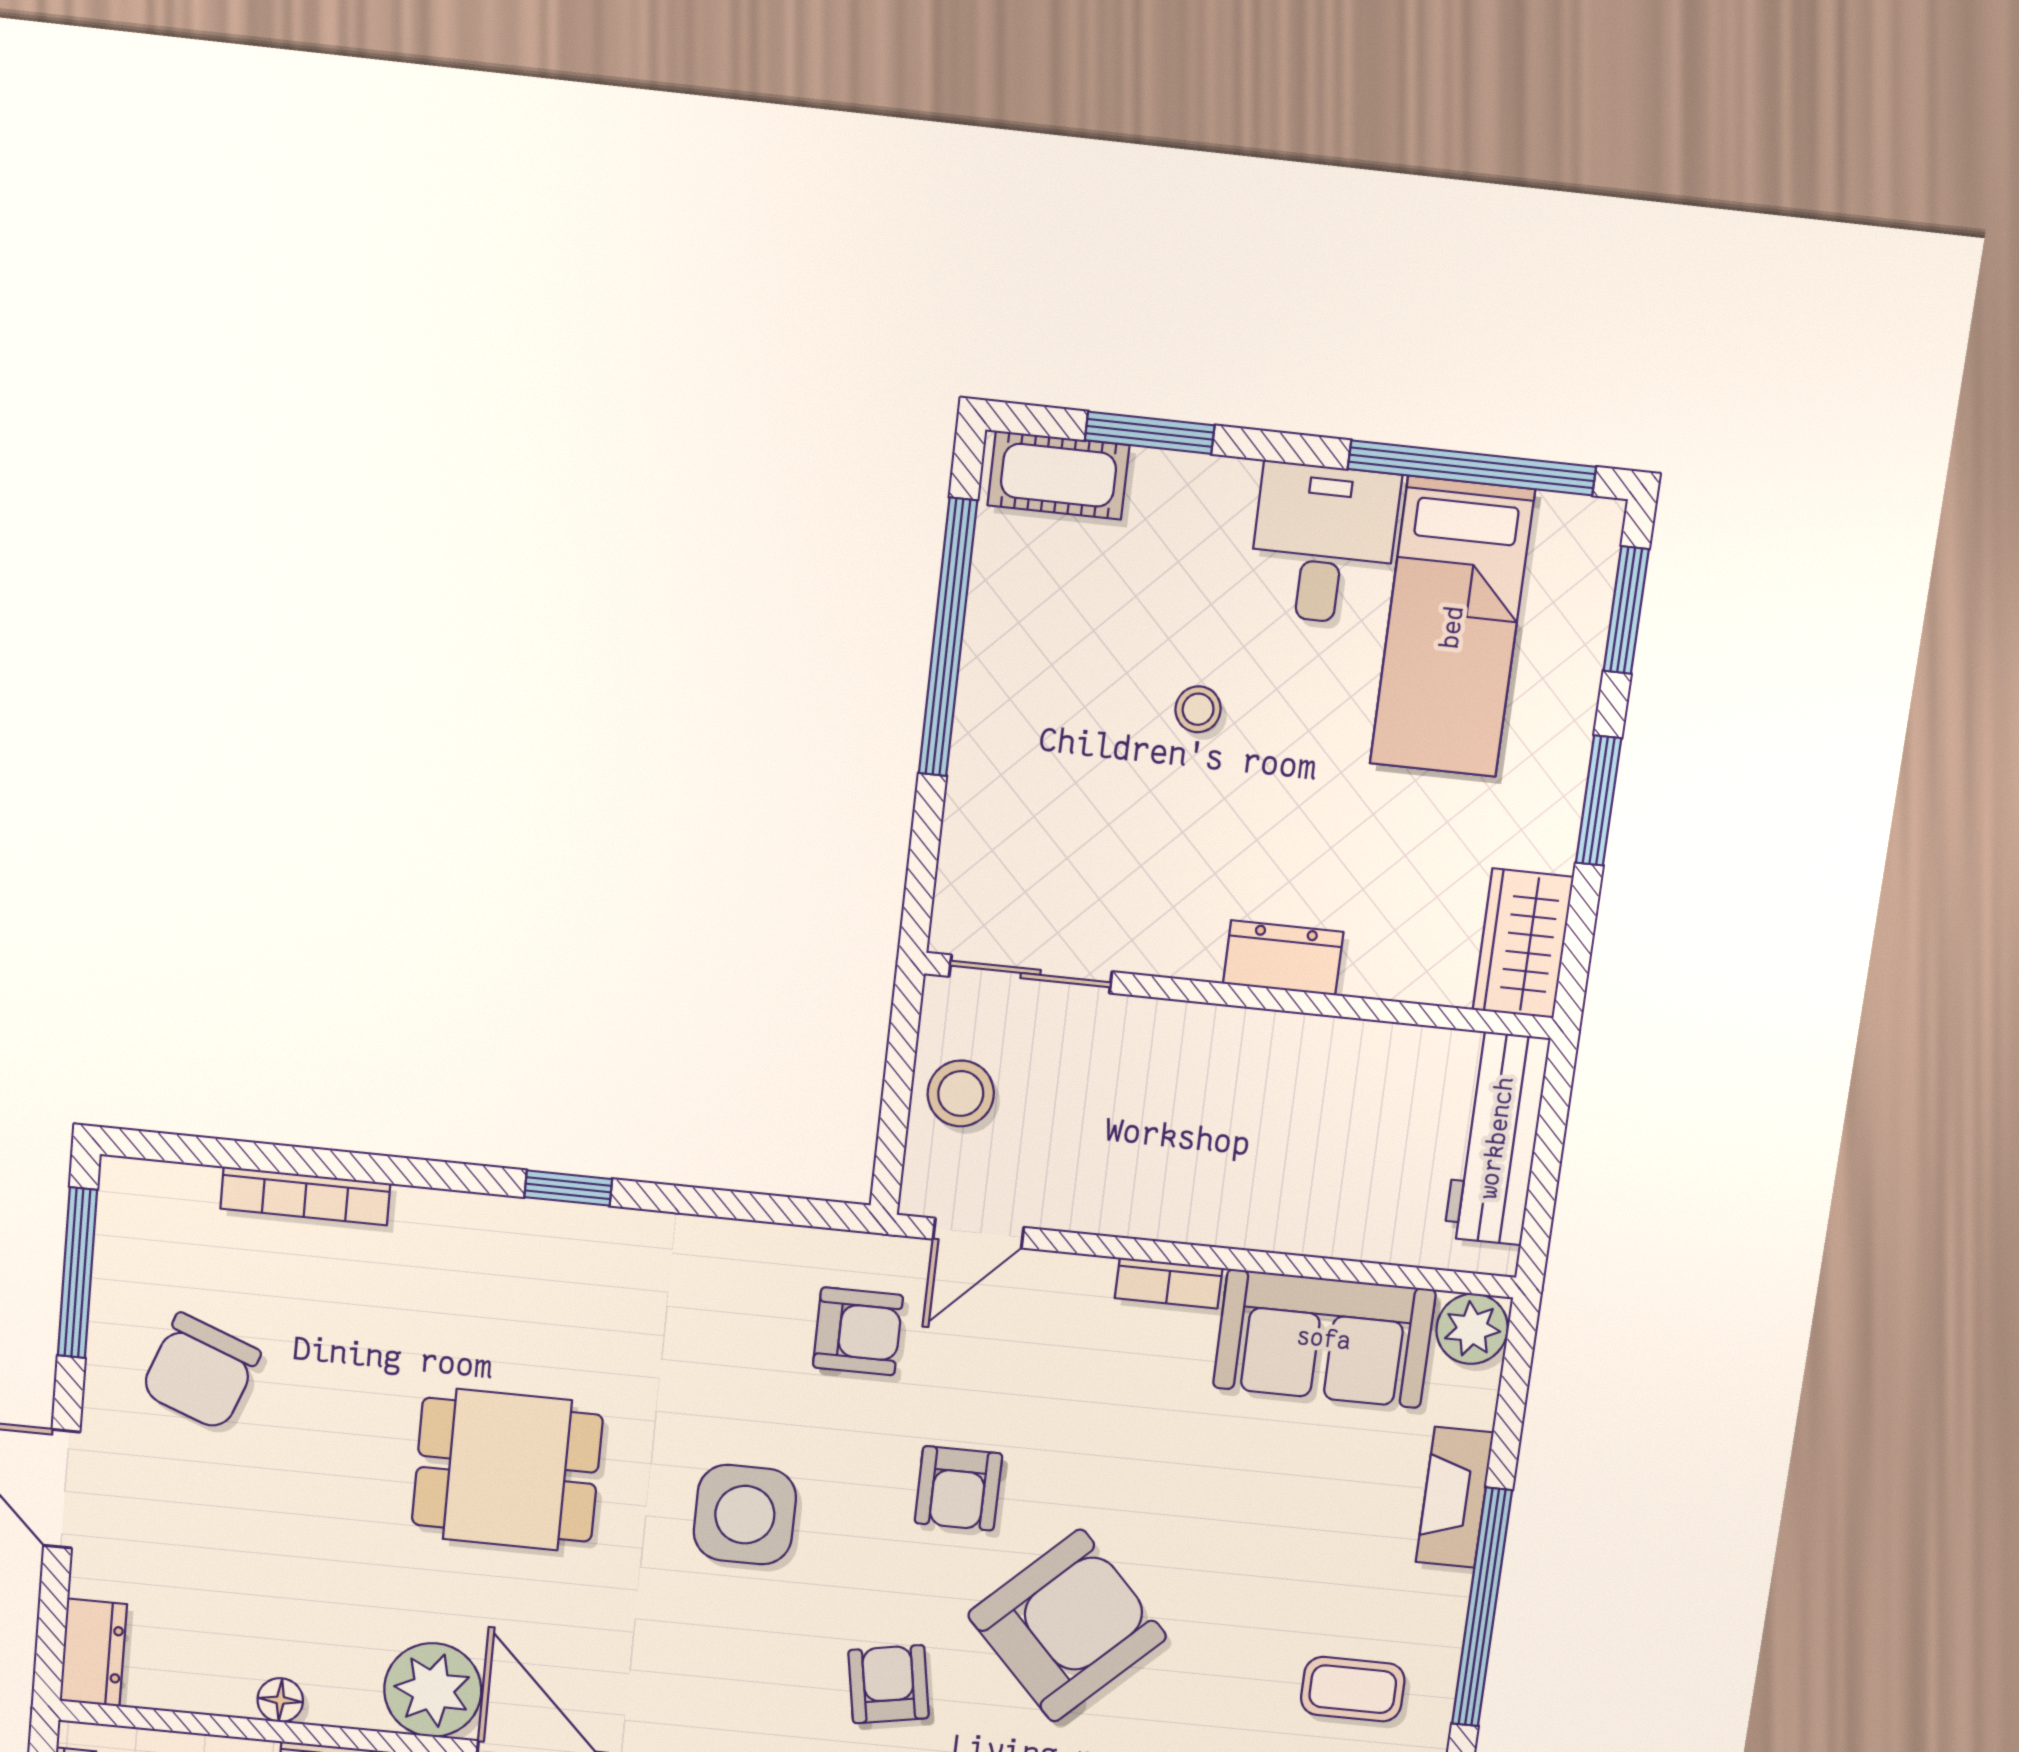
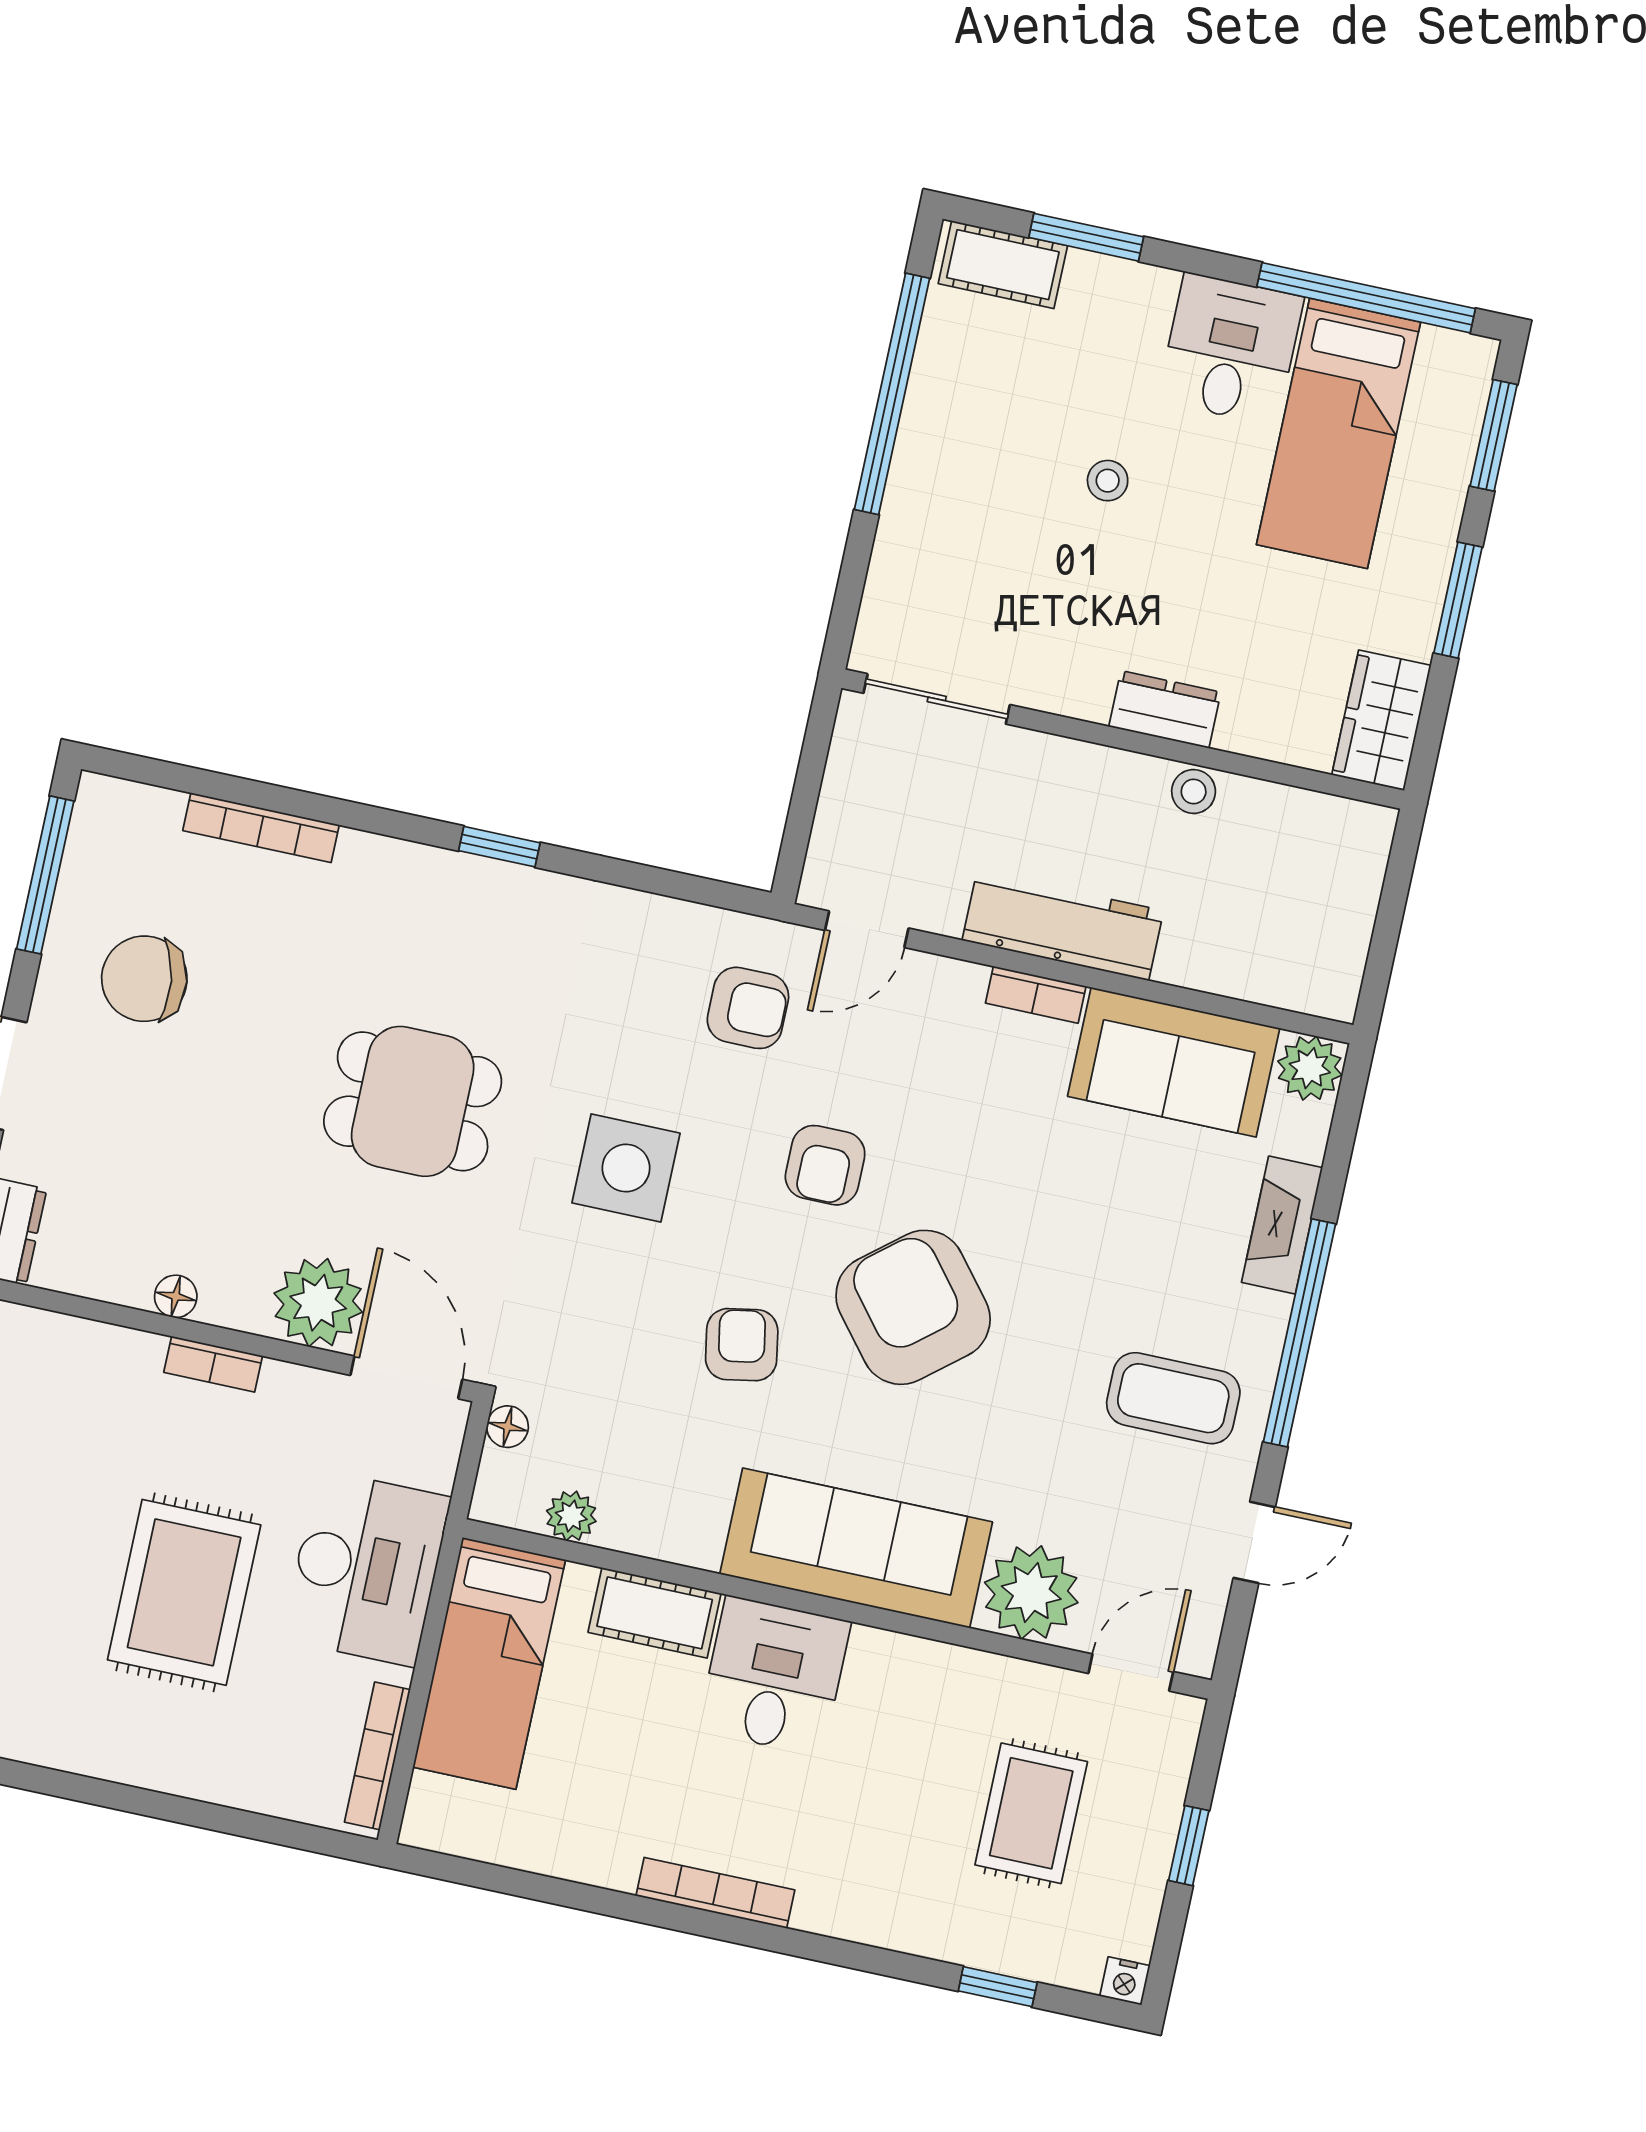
stool: (961, 1093) -> (1194, 792), moved, width x0.73, depth x0.73
workbench: (1497, 1138) -> (1063, 926), moved, turned 90
chair: (201, 1372) -> (144, 979), turned 61
armchair: (1067, 1626) -> (913, 1307), turned -85
coffee table: (1353, 1689) -> (1173, 1398), width x1.36, depth x1.30

